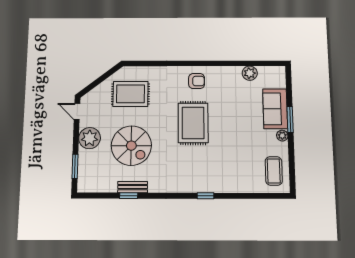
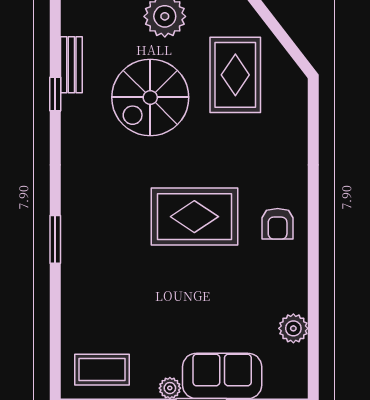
rug: (131, 94) -> (235, 75), moved
bench: (133, 187) -> (71, 65), moved
window: (205, 196) -> (55, 239), width x1.50

